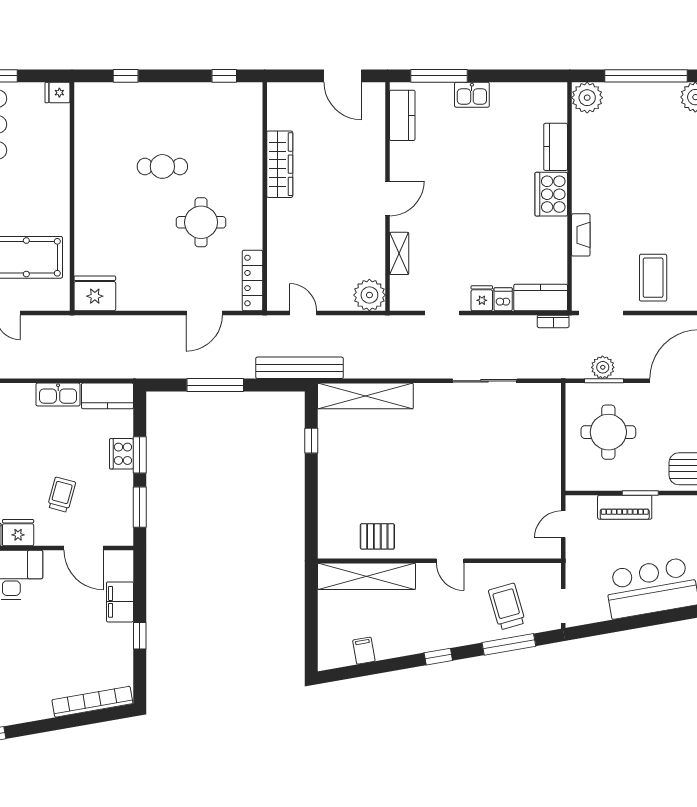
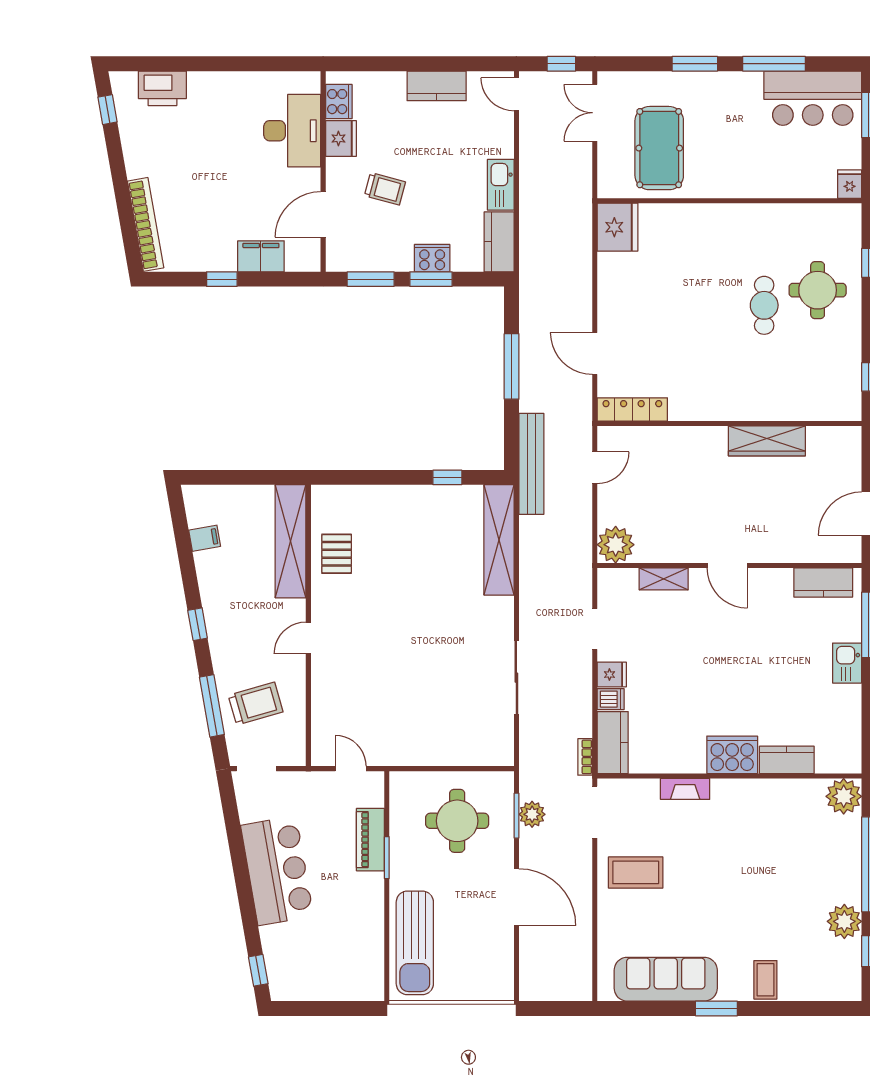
round table: (201, 222) -> (818, 290), moved

